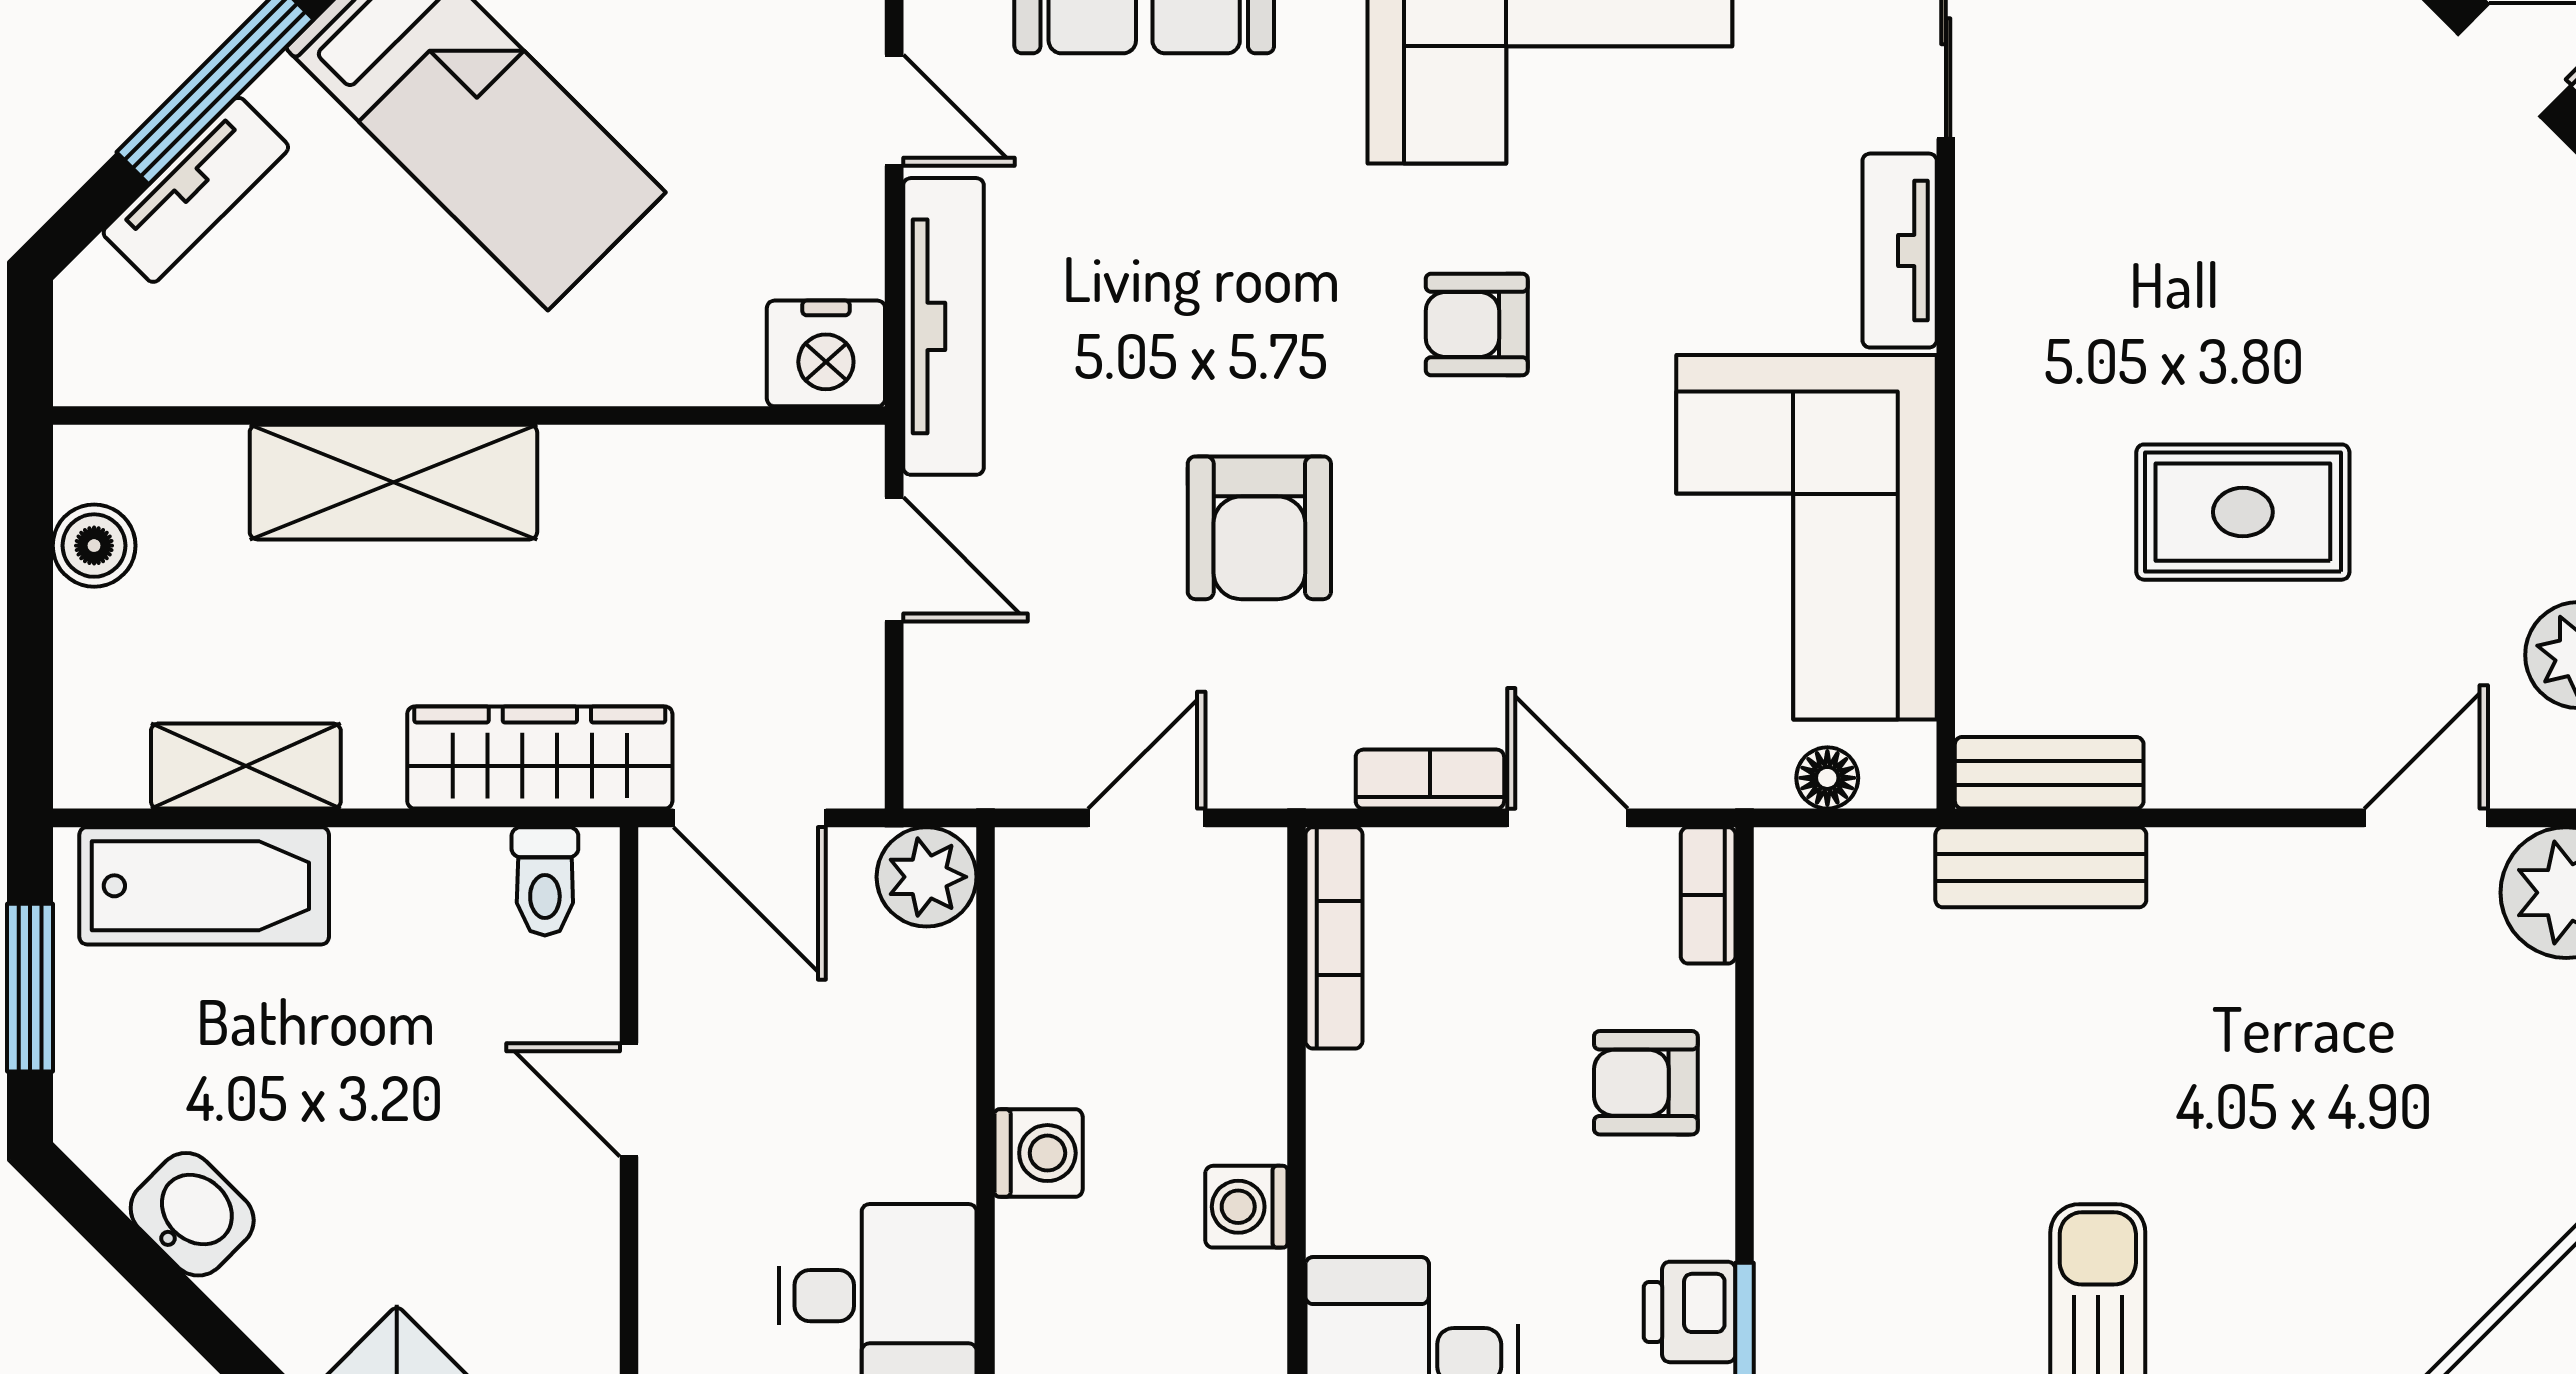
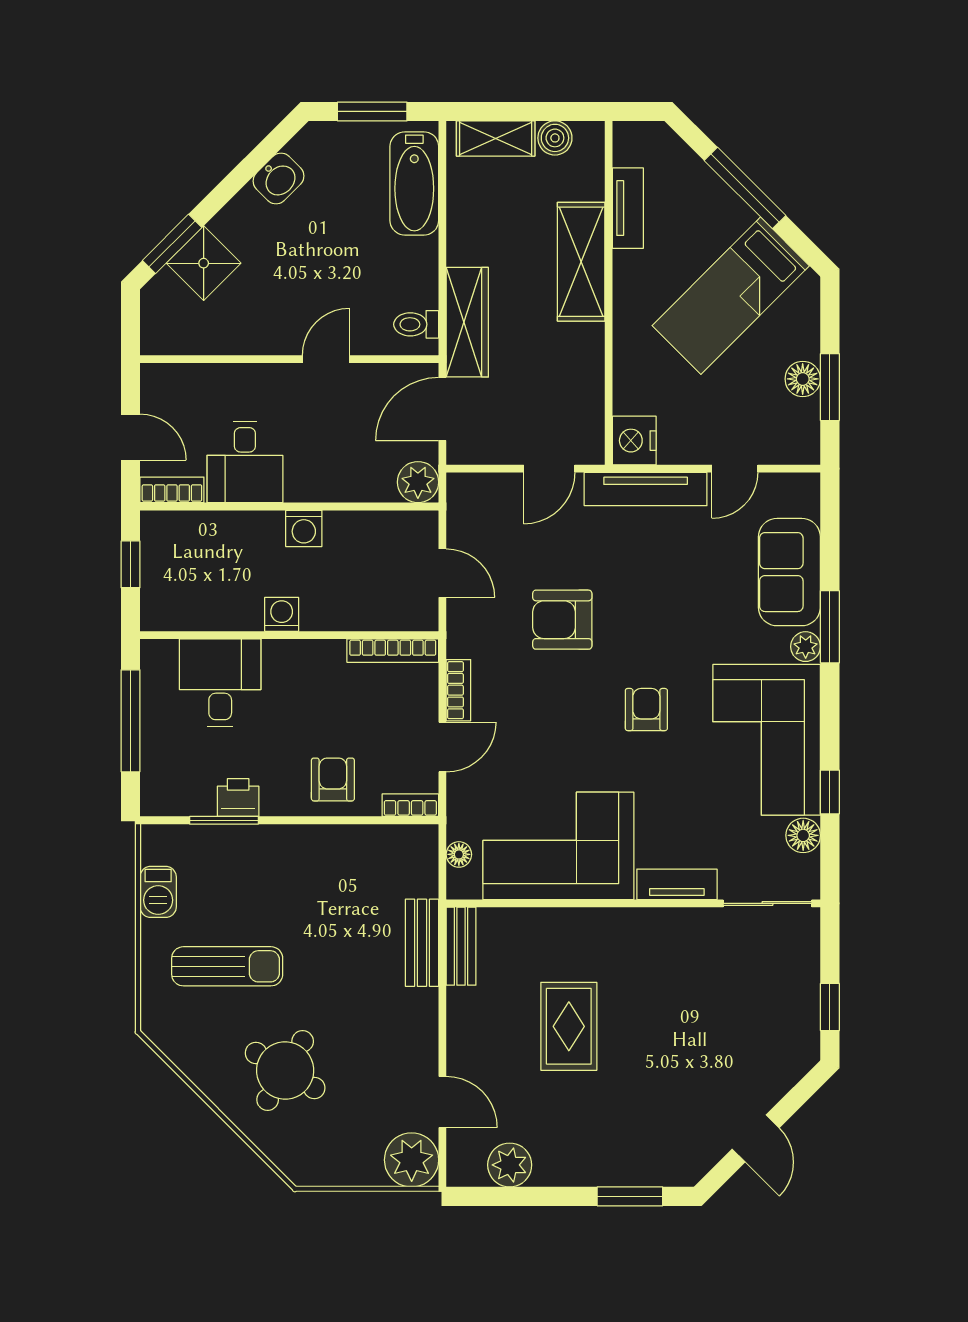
tv unit: (196, 190) -> (628, 208), moved, turned -135
shelving: (246, 766) -> (496, 139), moved, turned 90
round table: (2350, 1198) -> (285, 1070), added

